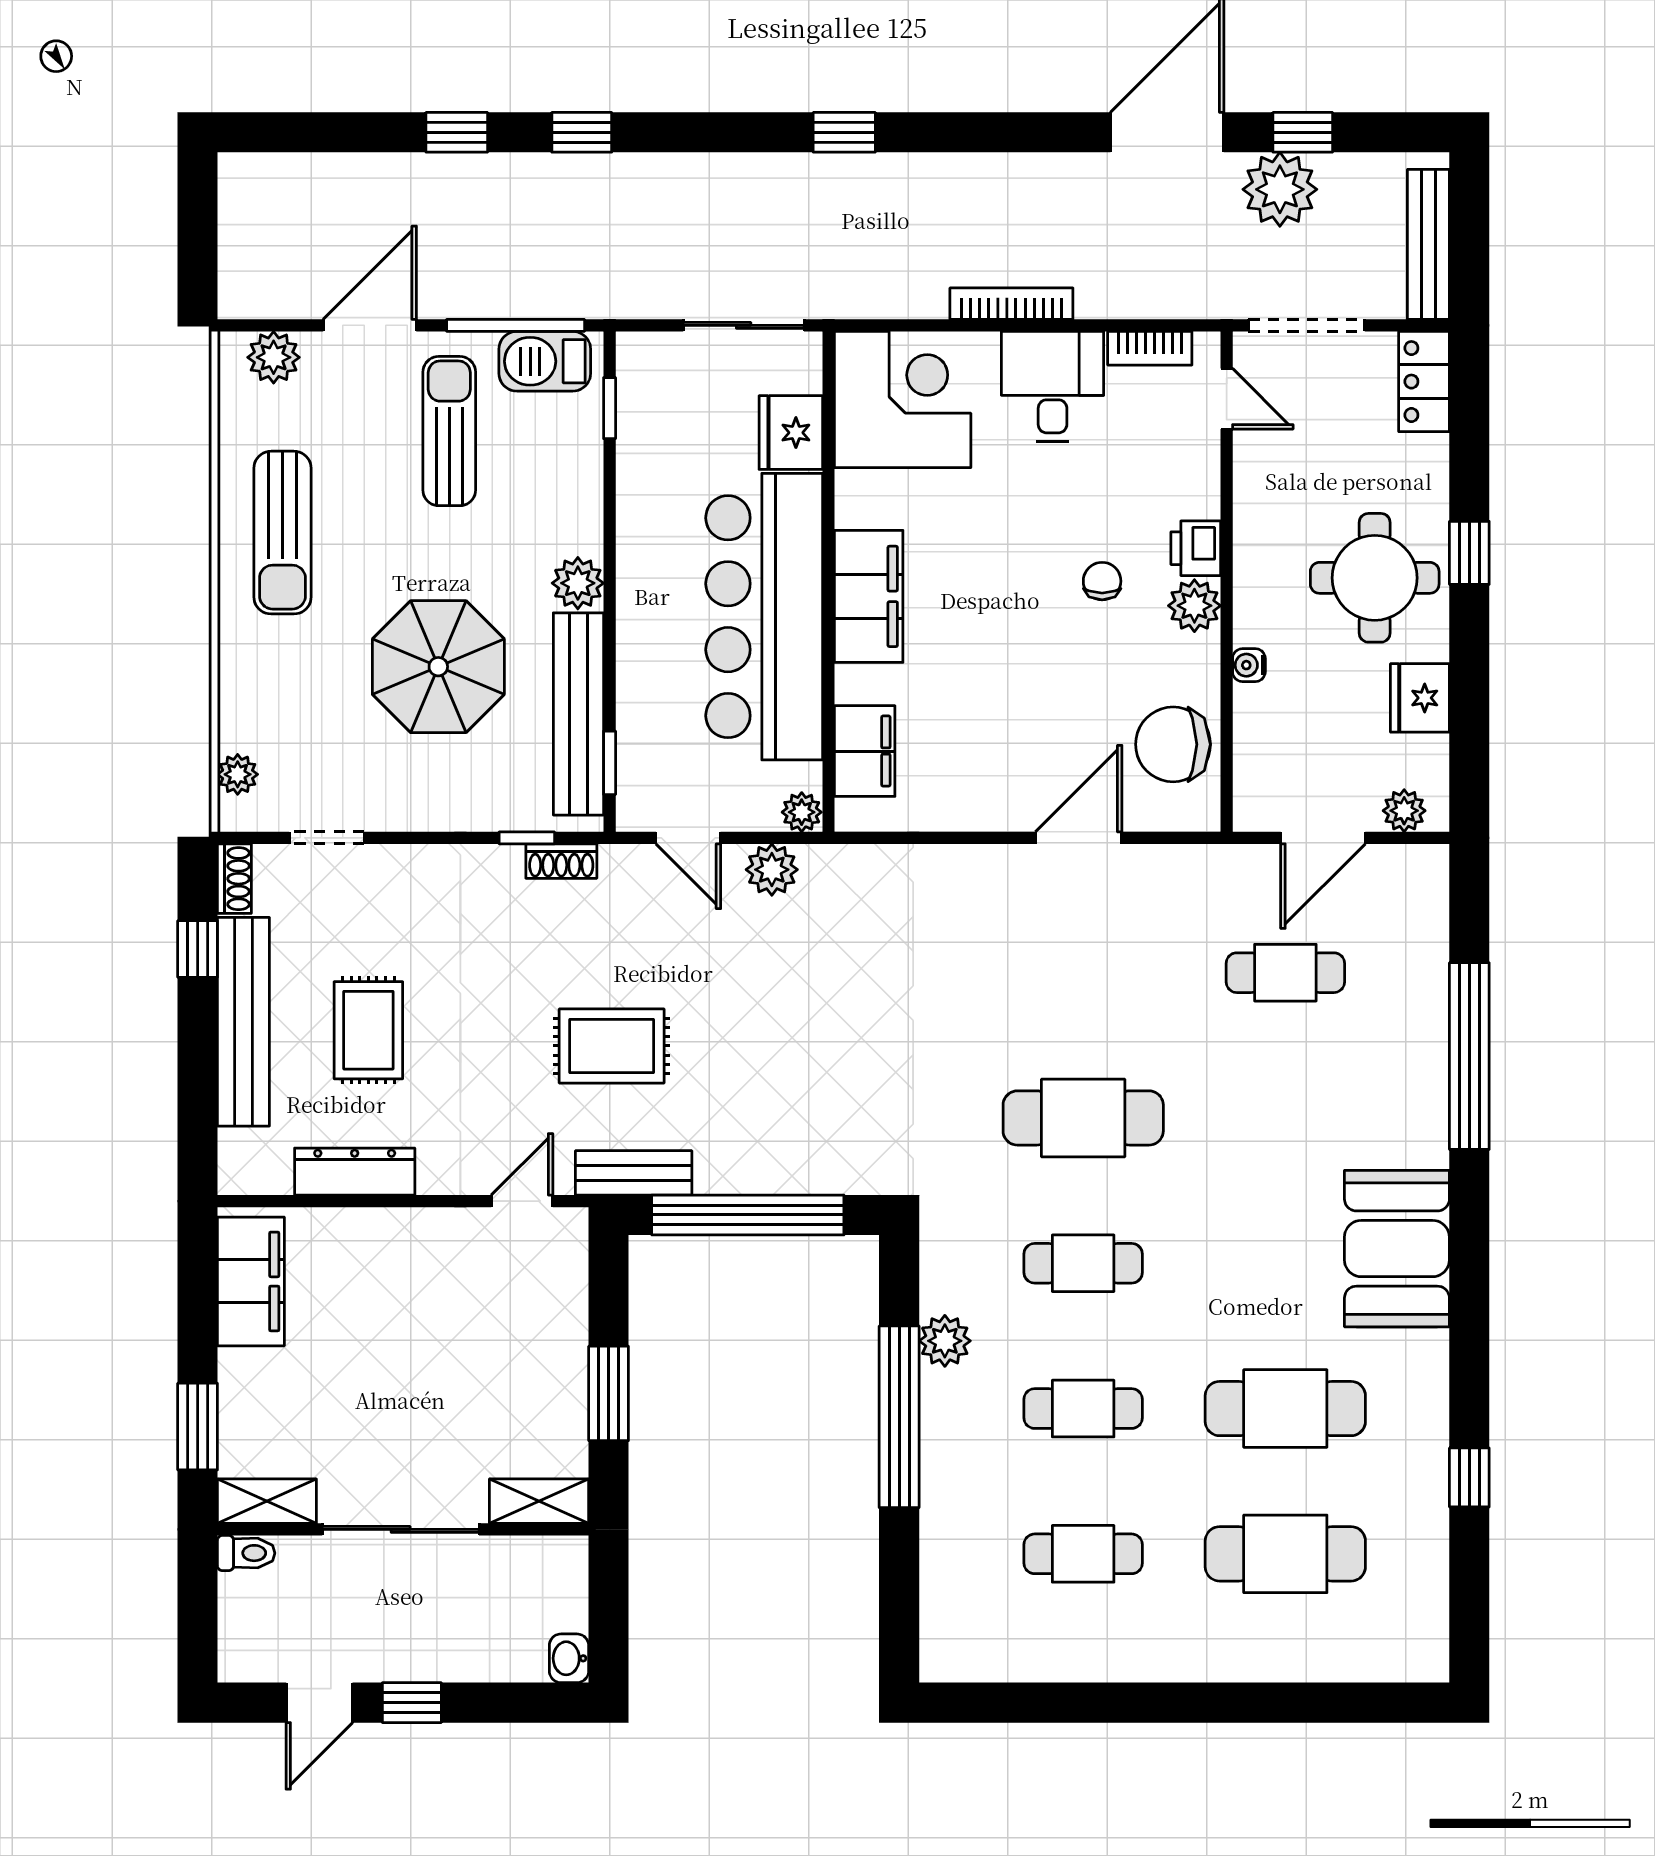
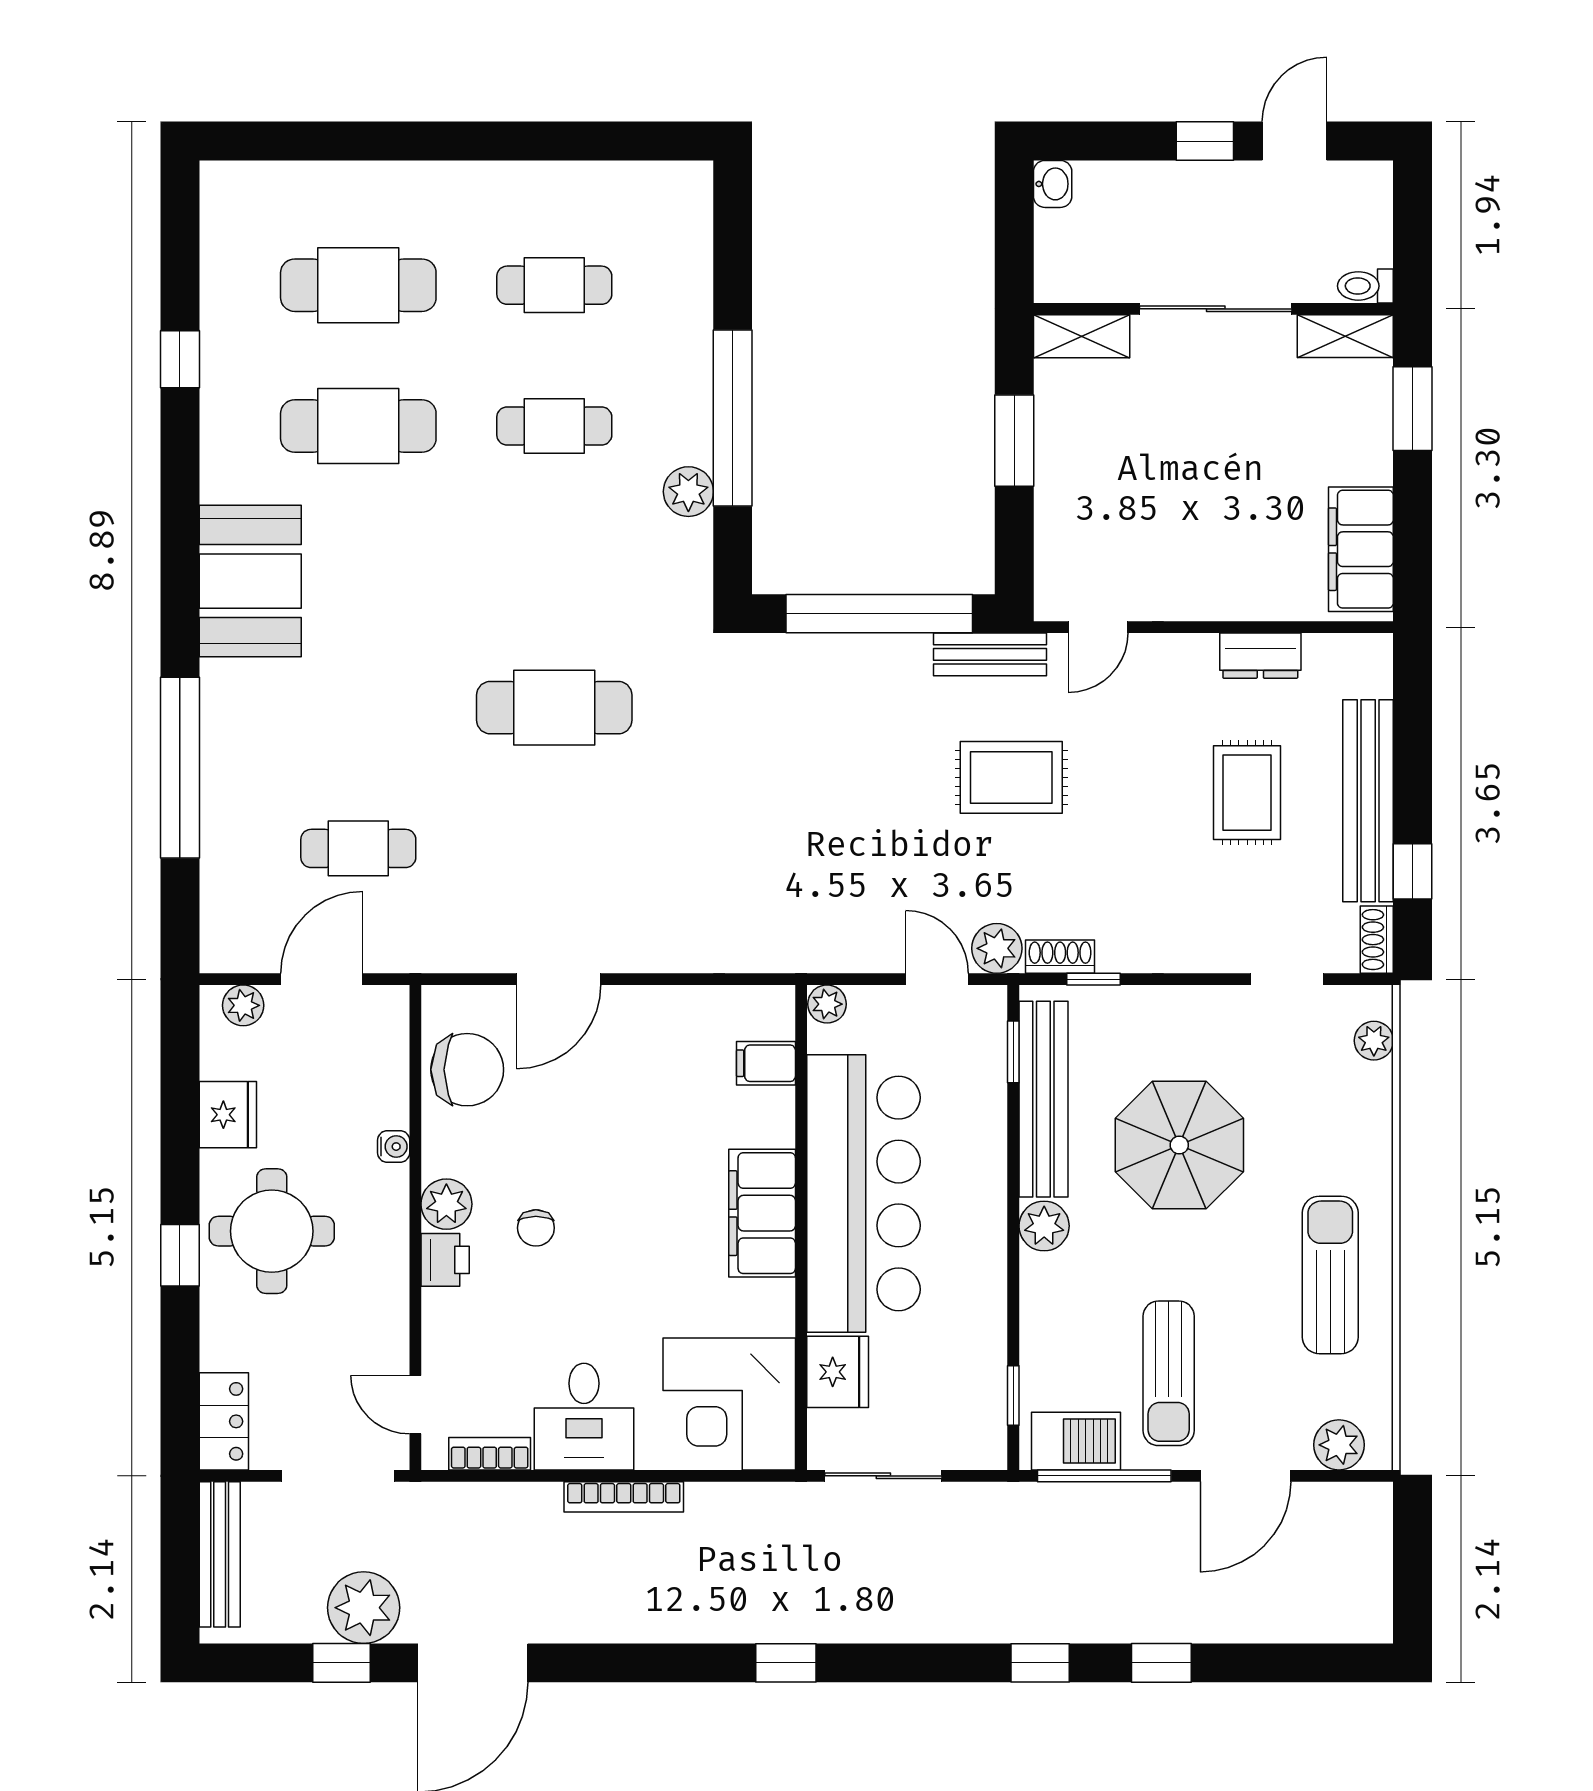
filing cabinet: (865, 751) -> (766, 1063), width x0.50
plant: (772, 870) -> (997, 948), moved
dresser: (355, 1172) -> (1260, 656), width x0.70
cafe table: (1083, 1263) -> (554, 567), removed

